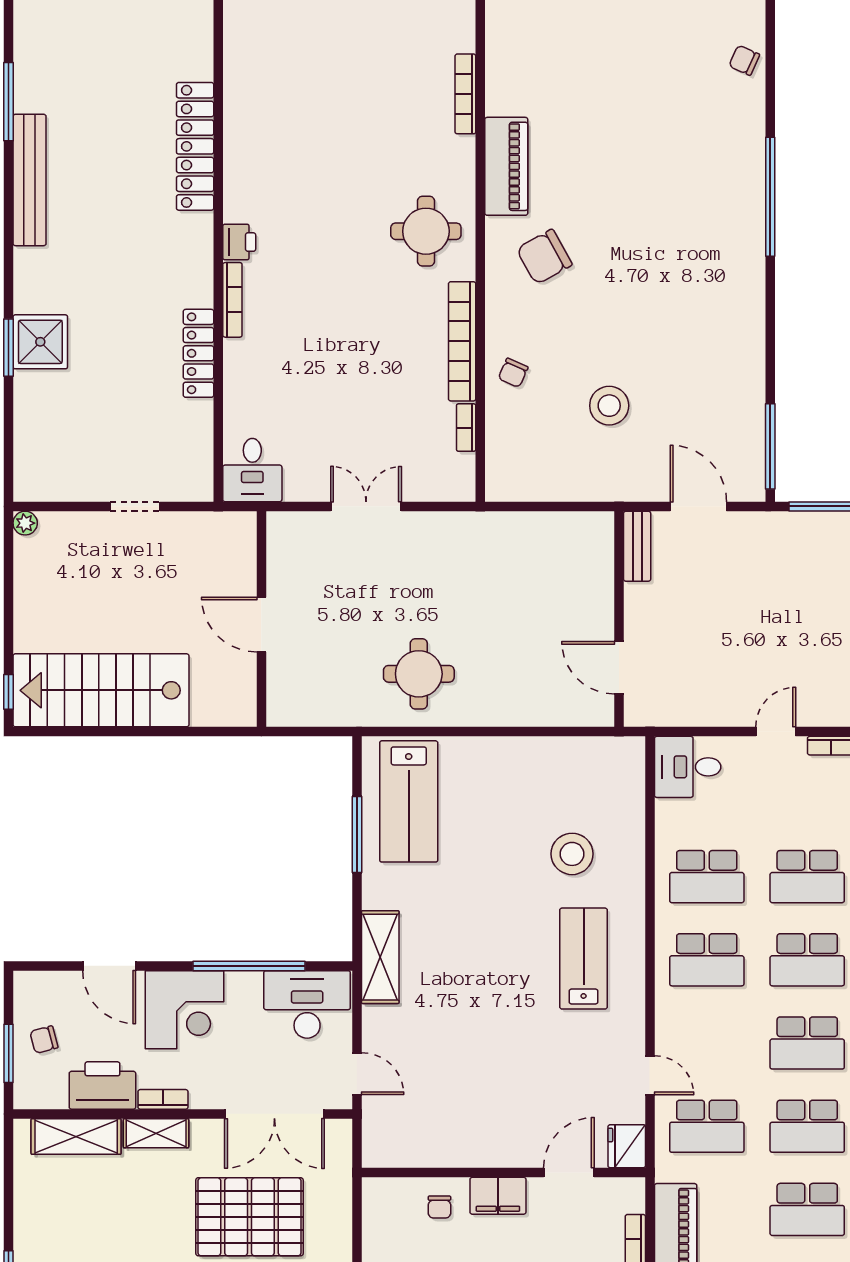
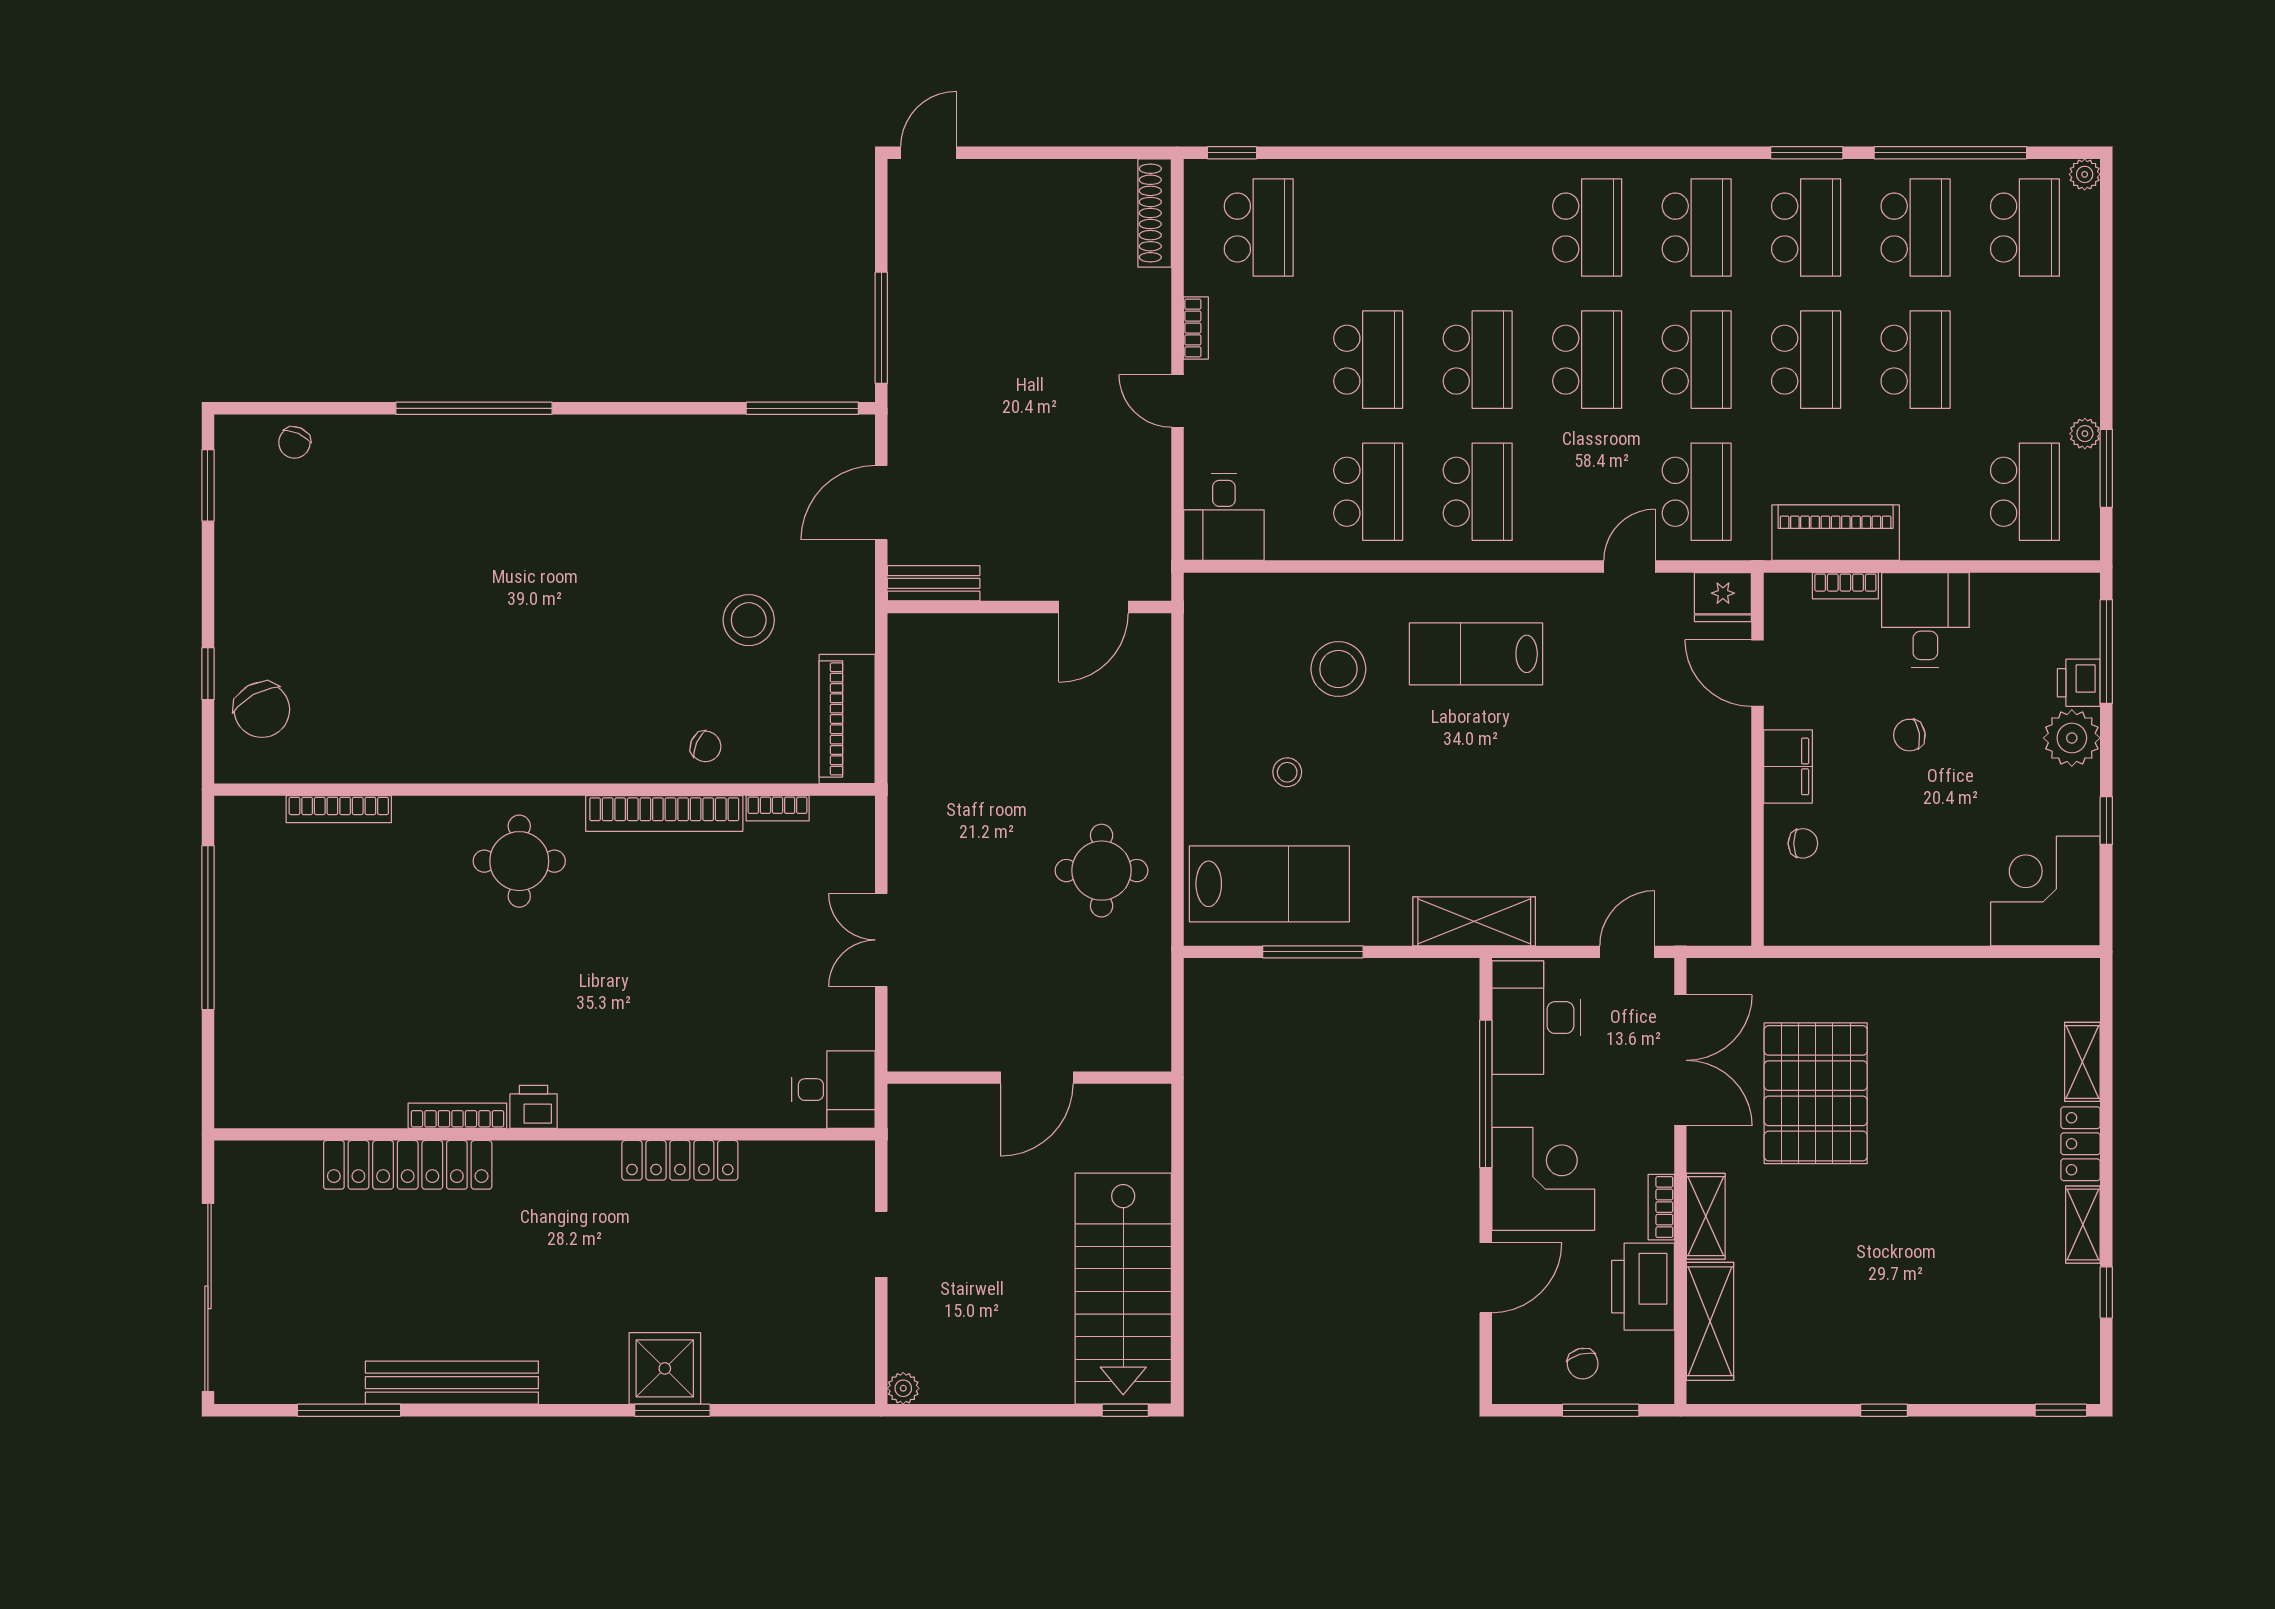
piano: (506, 166) -> (847, 719), moved, turned -90
chair: (544, 257) -> (262, 710), moved
bookcase: (232, 300) -> (457, 1116), moved
stool: (494, 815) -> (1287, 772), added

